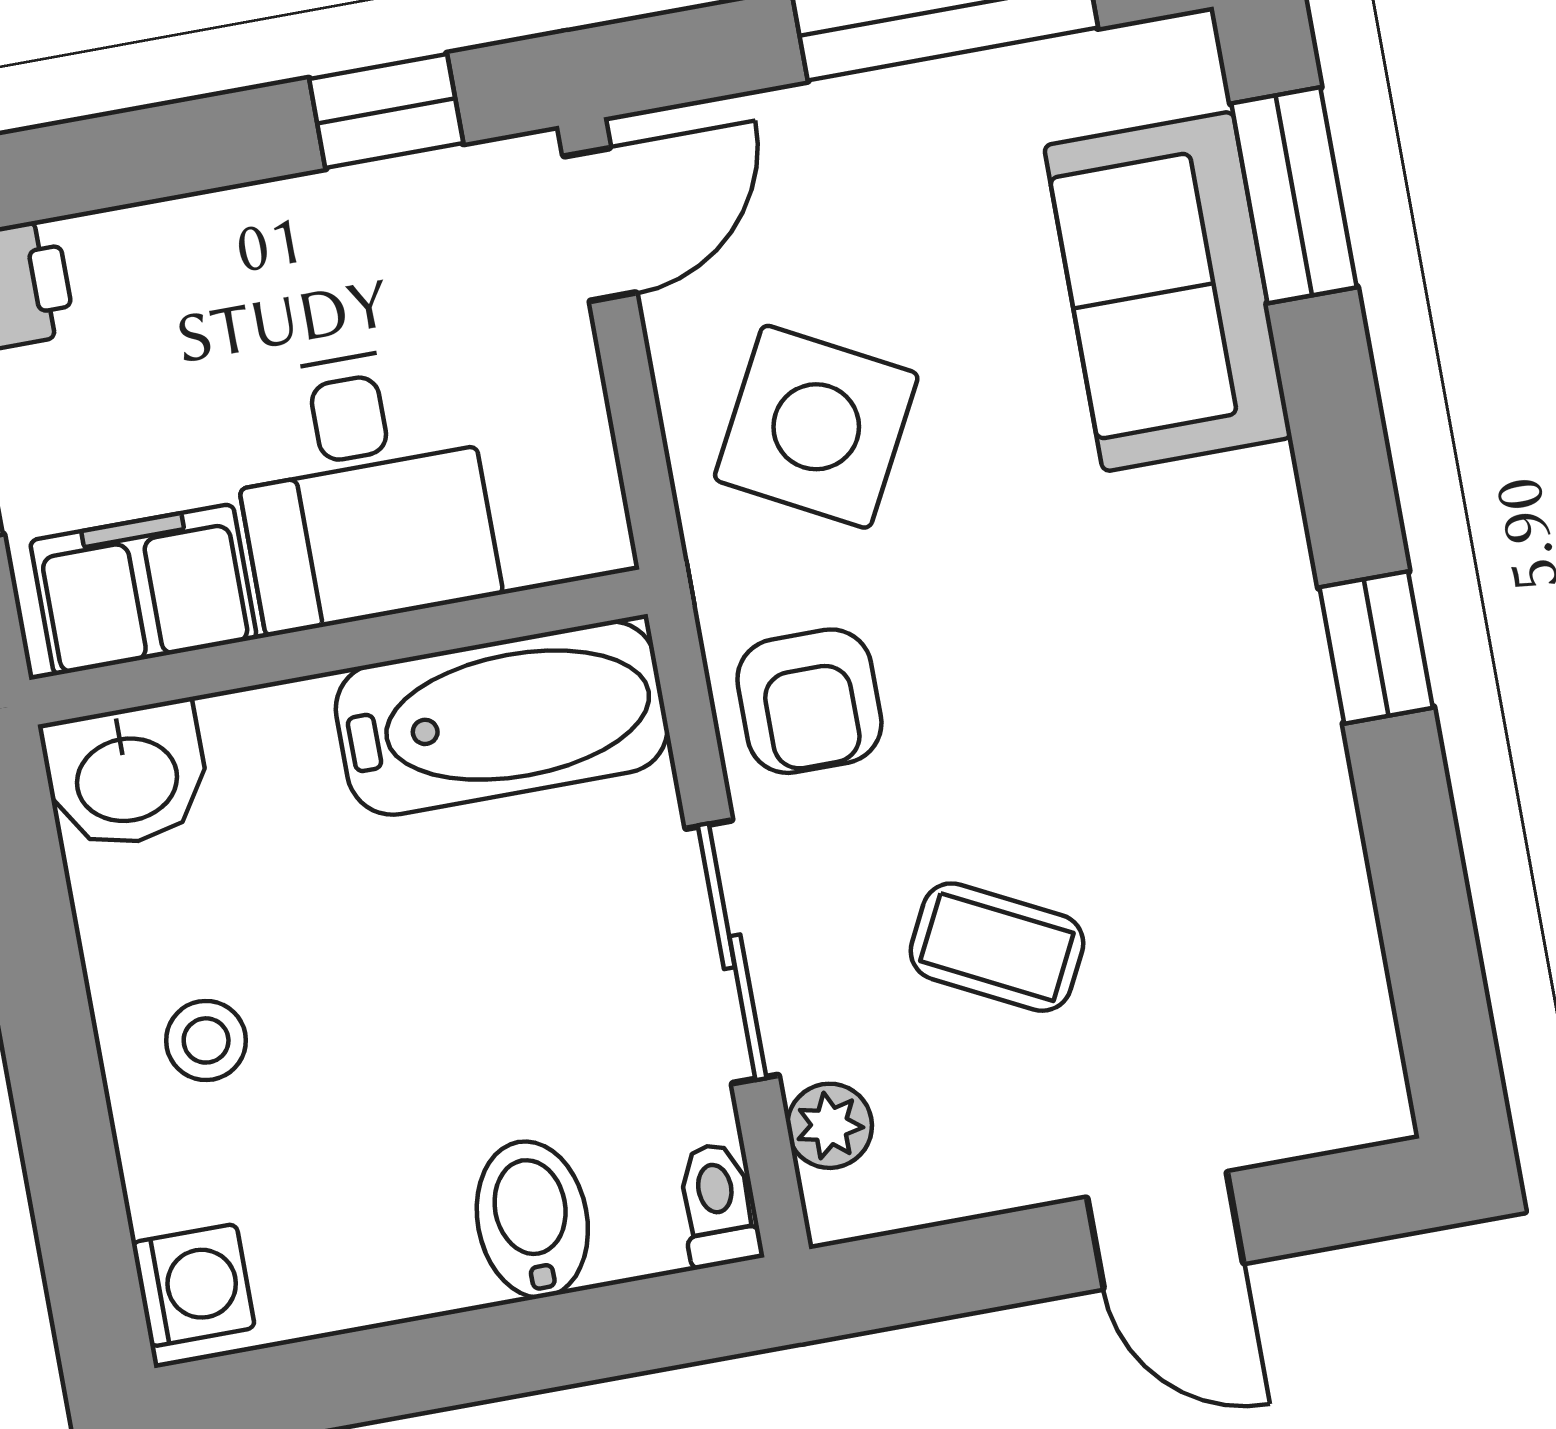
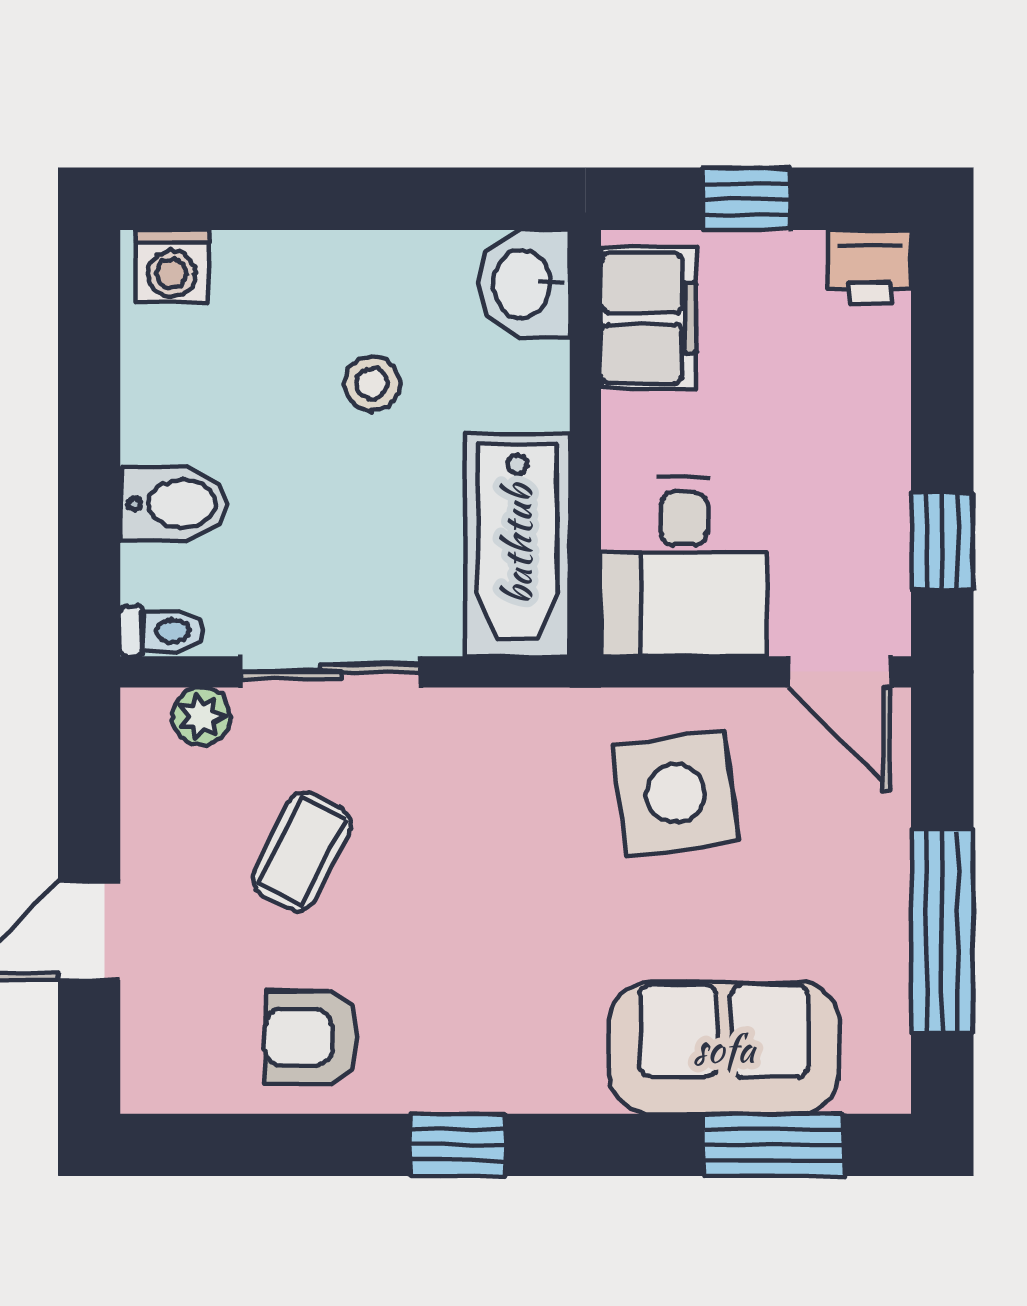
side table: (816, 427) -> (676, 793), turned -36
desk: (362, 488) -> (684, 567), moved, turned -90
armchair: (809, 701) -> (311, 1038), moved
stool: (206, 1040) -> (372, 384), moved

